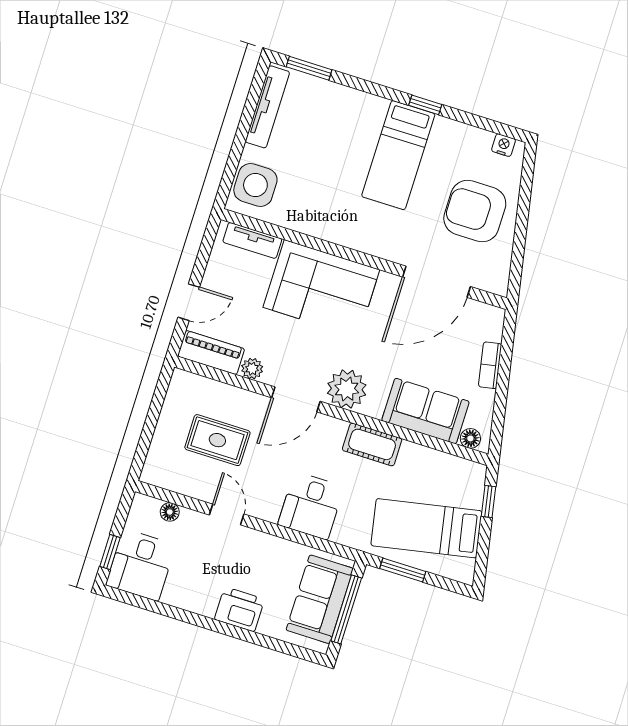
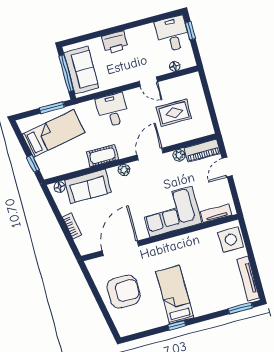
nightstand: (504, 145) -> (130, 330), removed
plant: (347, 389) -> (124, 170), width x0.53, depth x0.53

